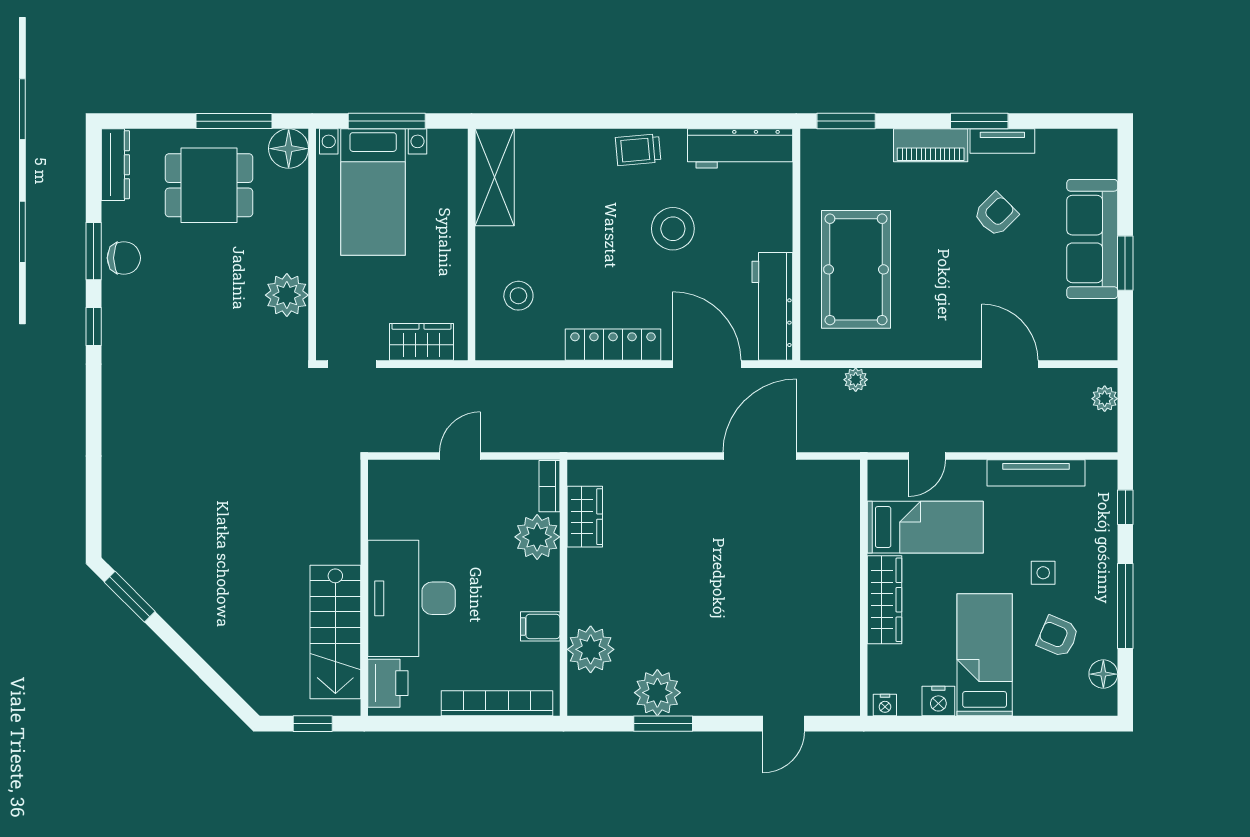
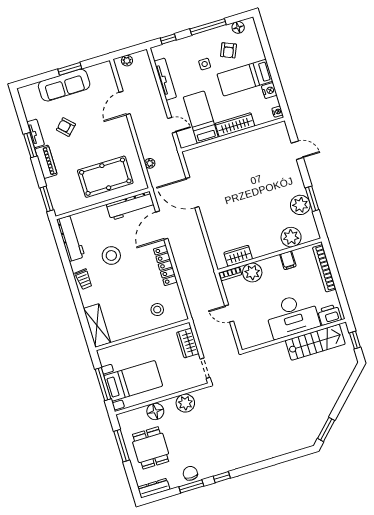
floor lamp: (289, 149) -> (155, 411), moved
shelving: (495, 177) -> (97, 325), moved, turned 90

